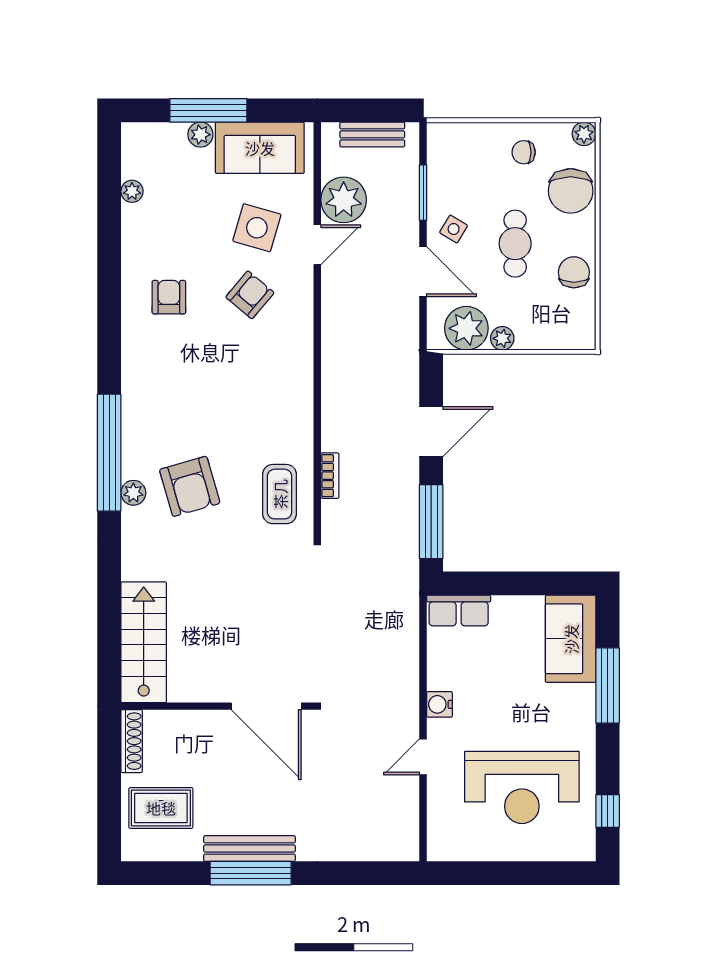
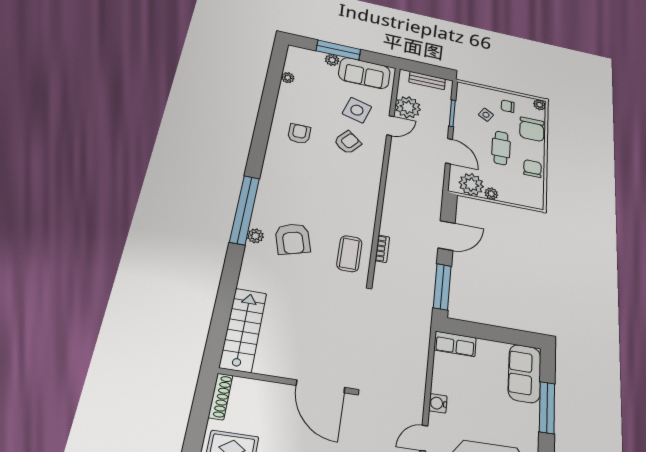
side table: (454, 229) -> (486, 115), moved

